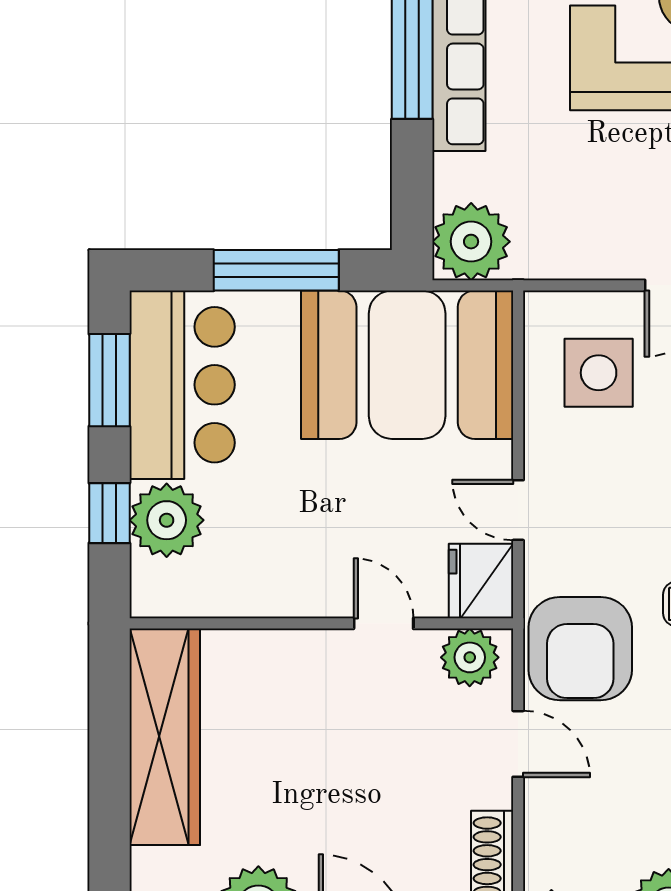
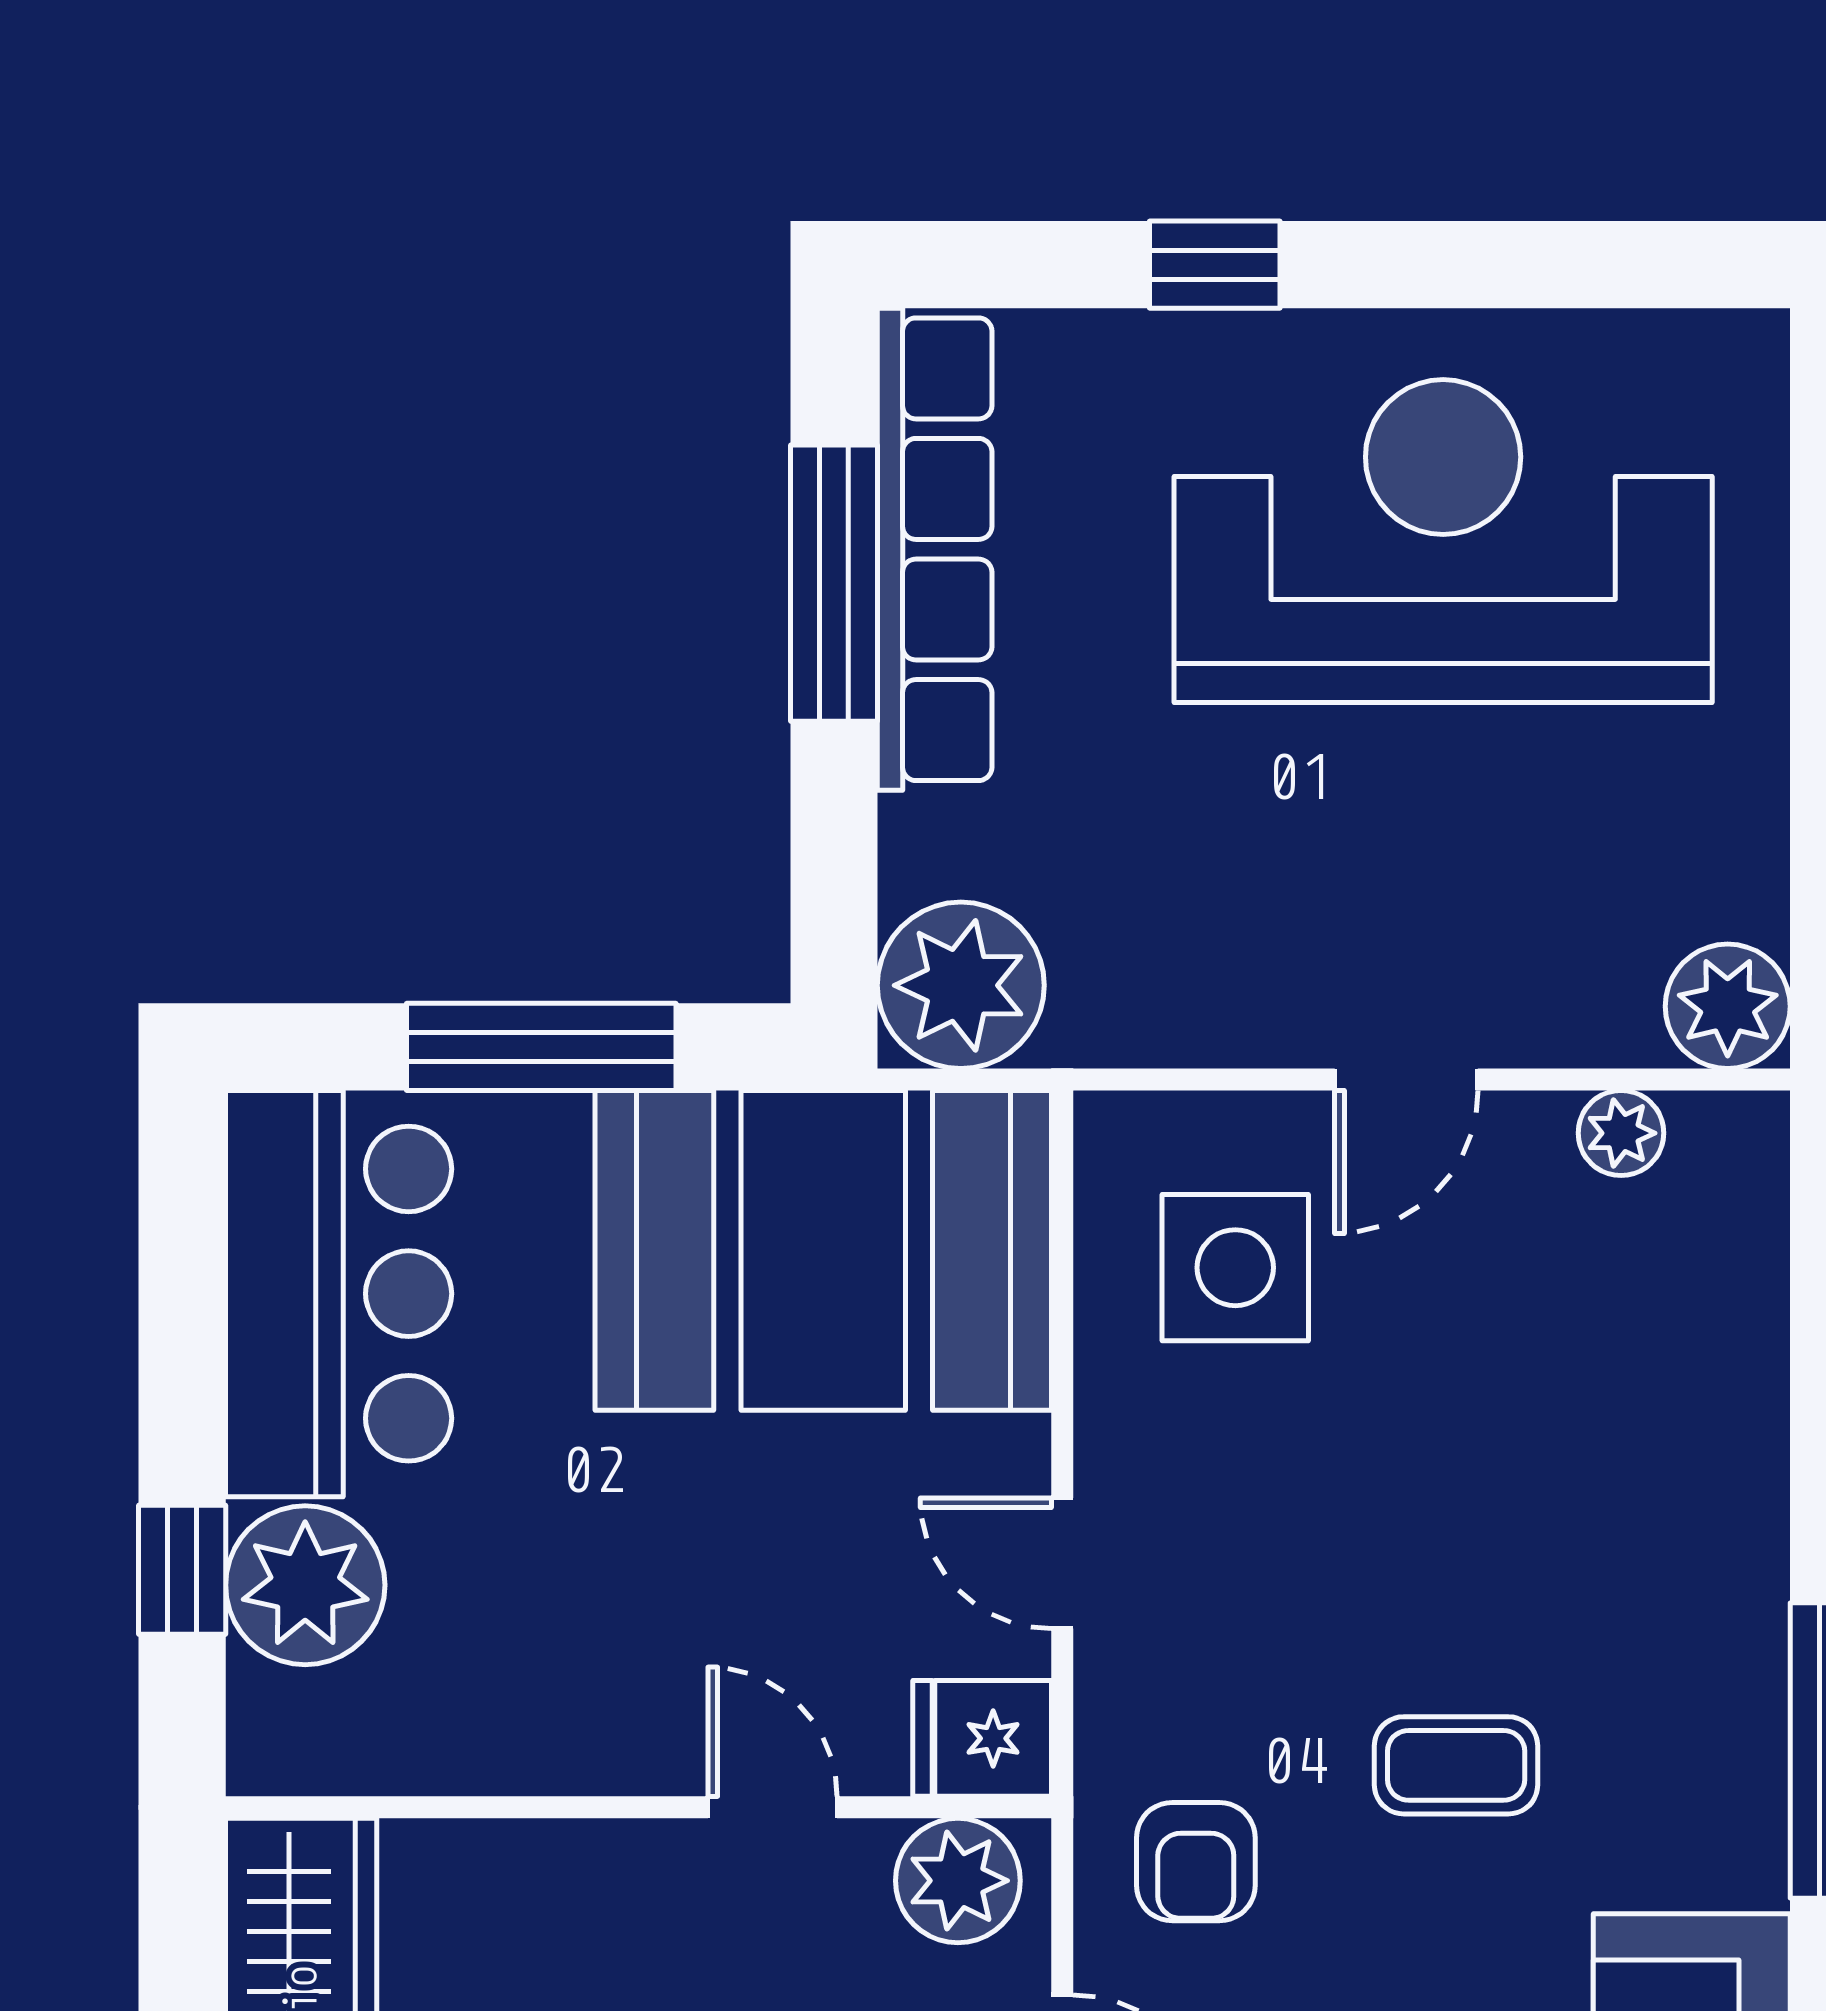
window: (109, 380) -> (182, 1284), removed
fridge: (481, 581) -> (982, 1738), width x0.72
armchair: (580, 649) -> (1196, 1862), width x0.53, depth x0.53

